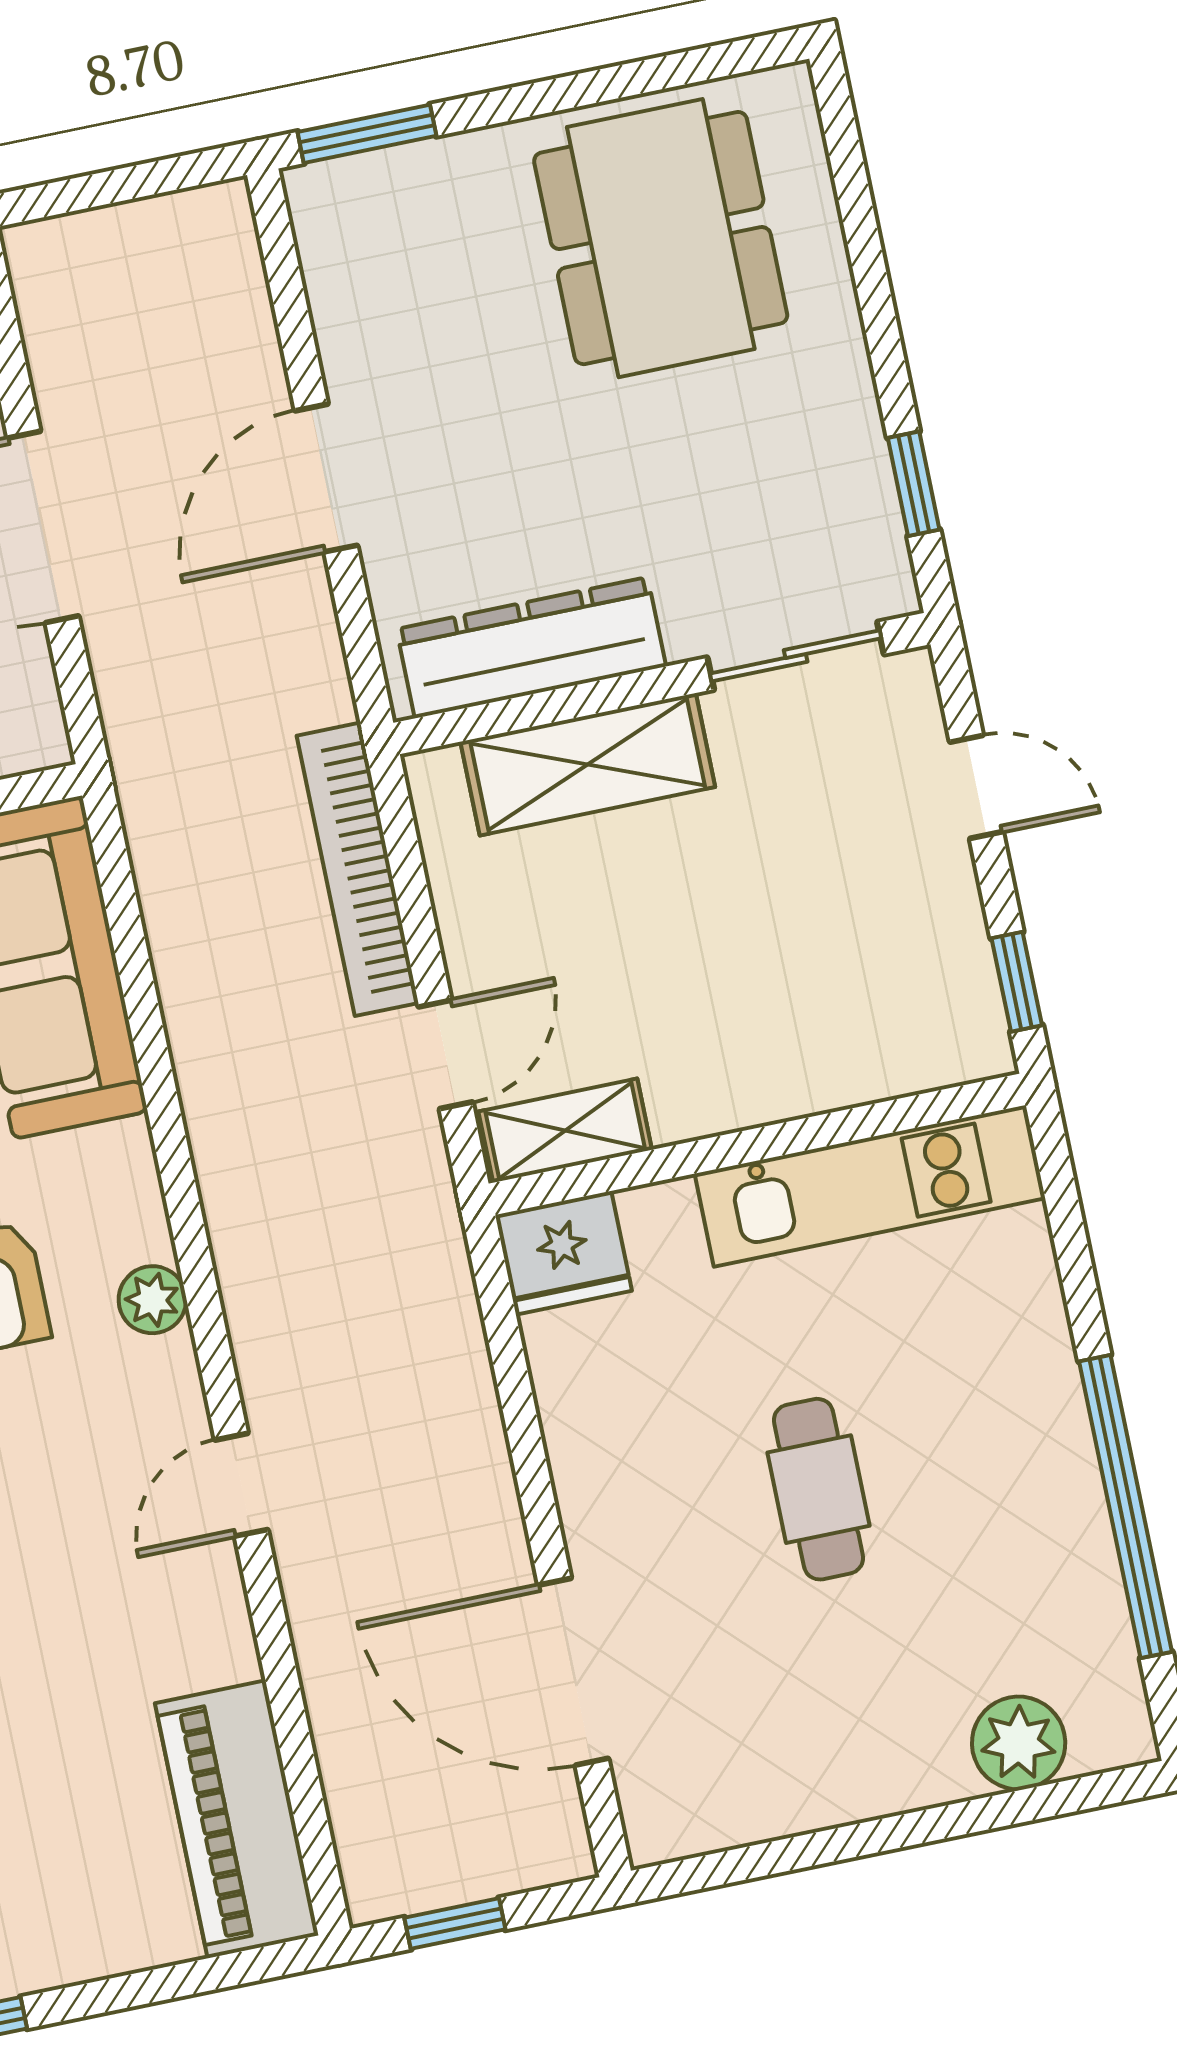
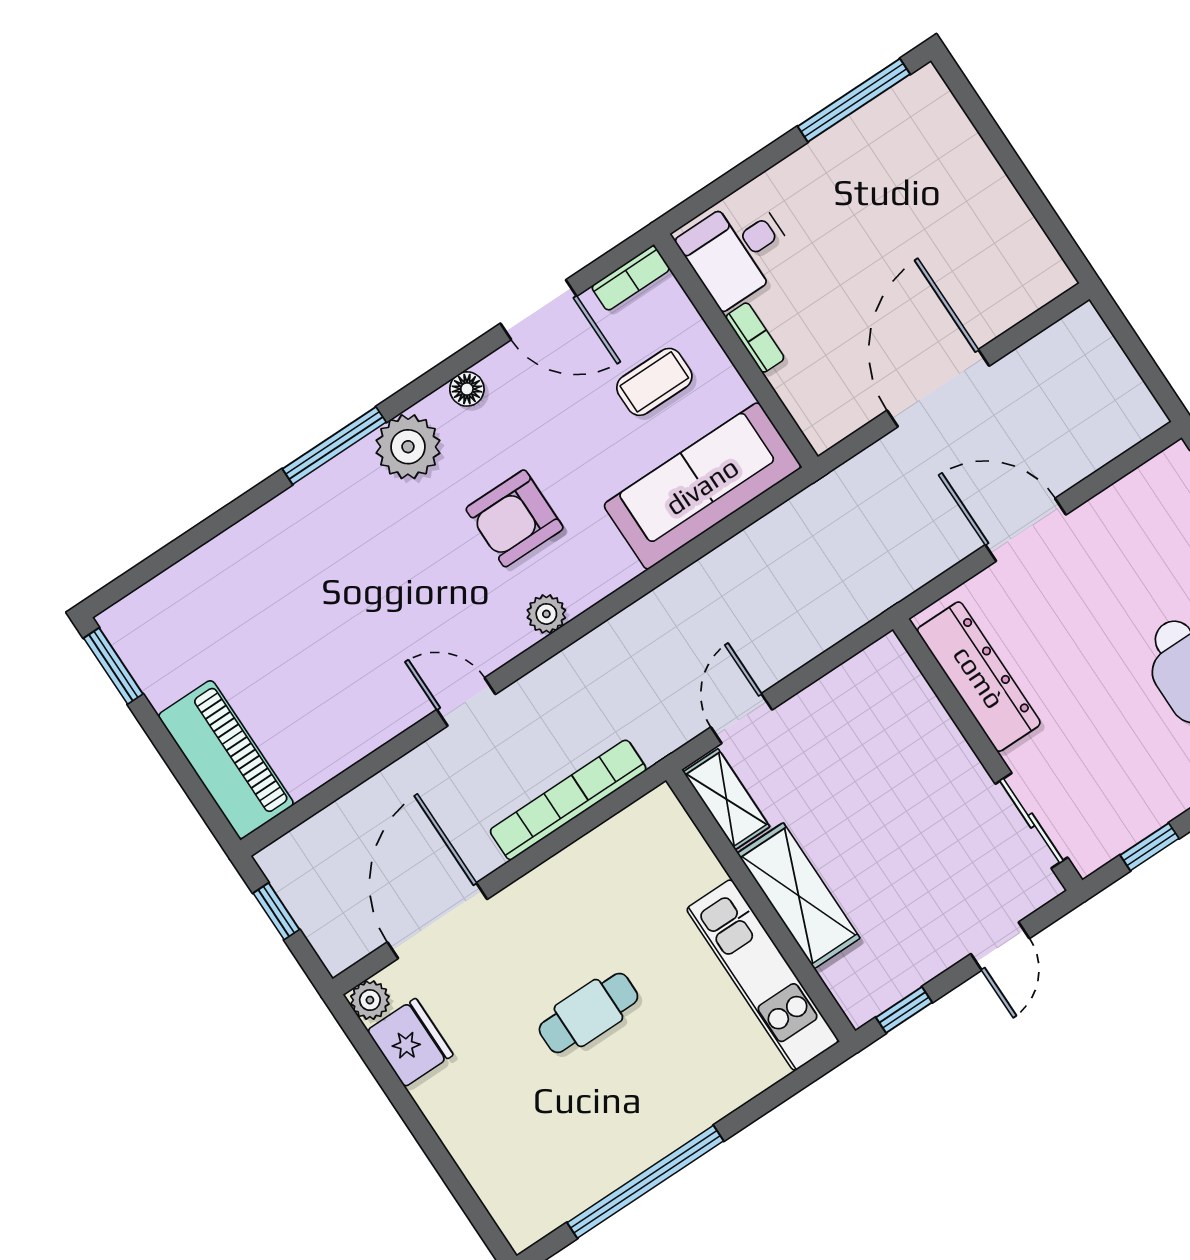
shelving: (588, 764) -> (799, 896), moved
bookcase: (358, 869) -> (568, 800), moved
door: (445, 1054) -> (742, 718), swing flipped
fridge: (563, 1253) -> (410, 1043), moved, turned 180
plant: (1019, 1743) -> (370, 1000), moved, width x0.73, depth x0.73
piano: (237, 1819) -> (226, 760), moved, turned 90

